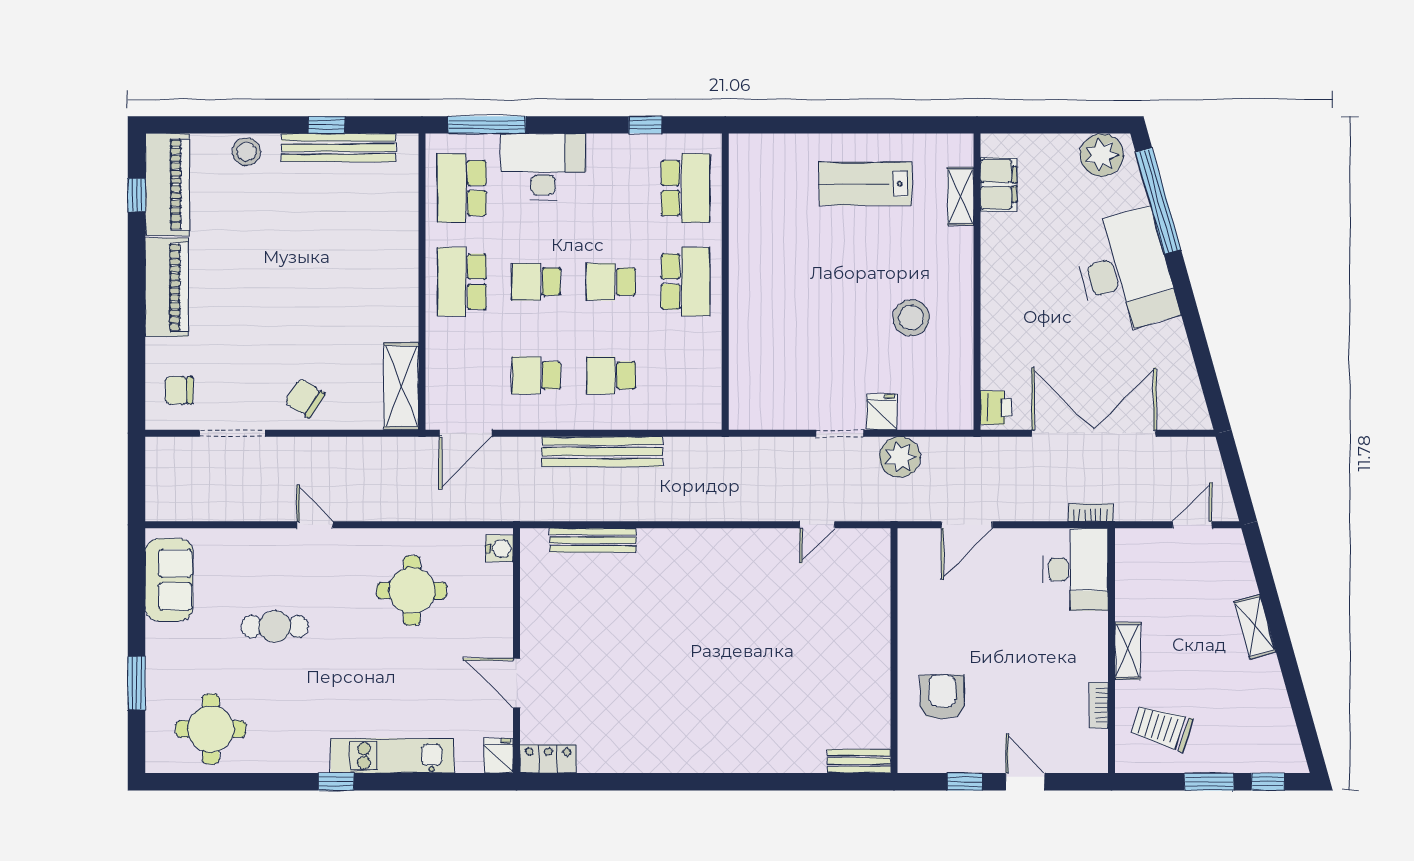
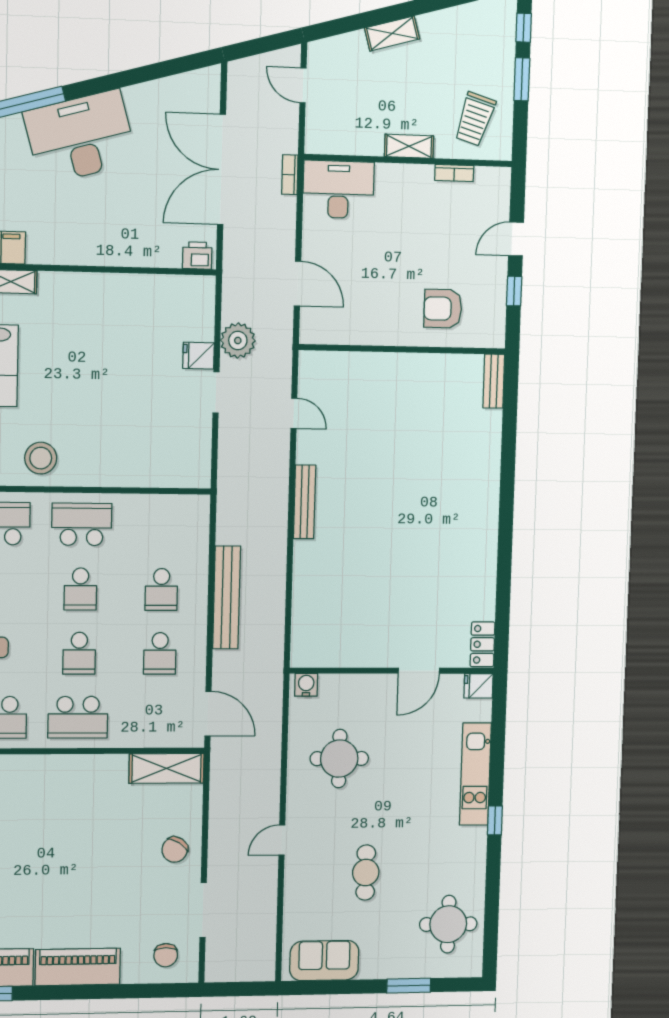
stool: (911, 318) -> (41, 458), moved
bench: (593, 540) -> (305, 502), moved

